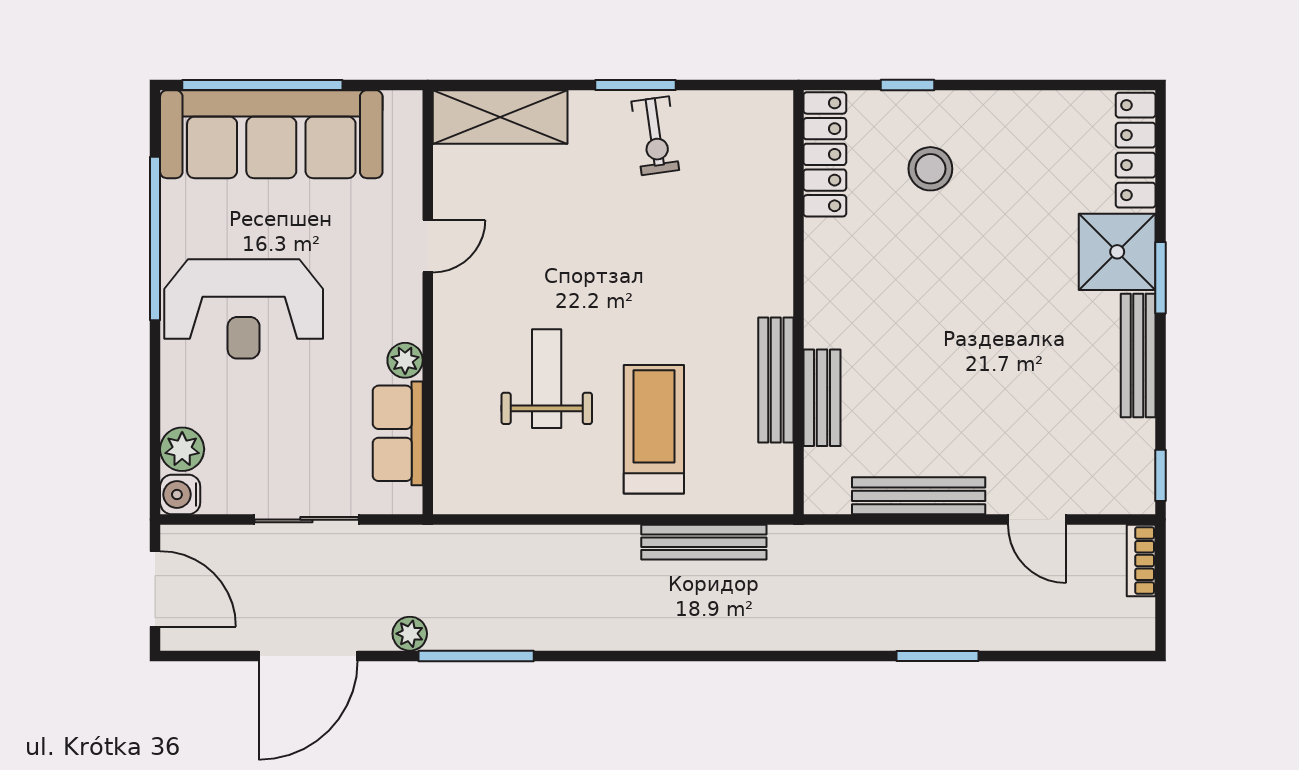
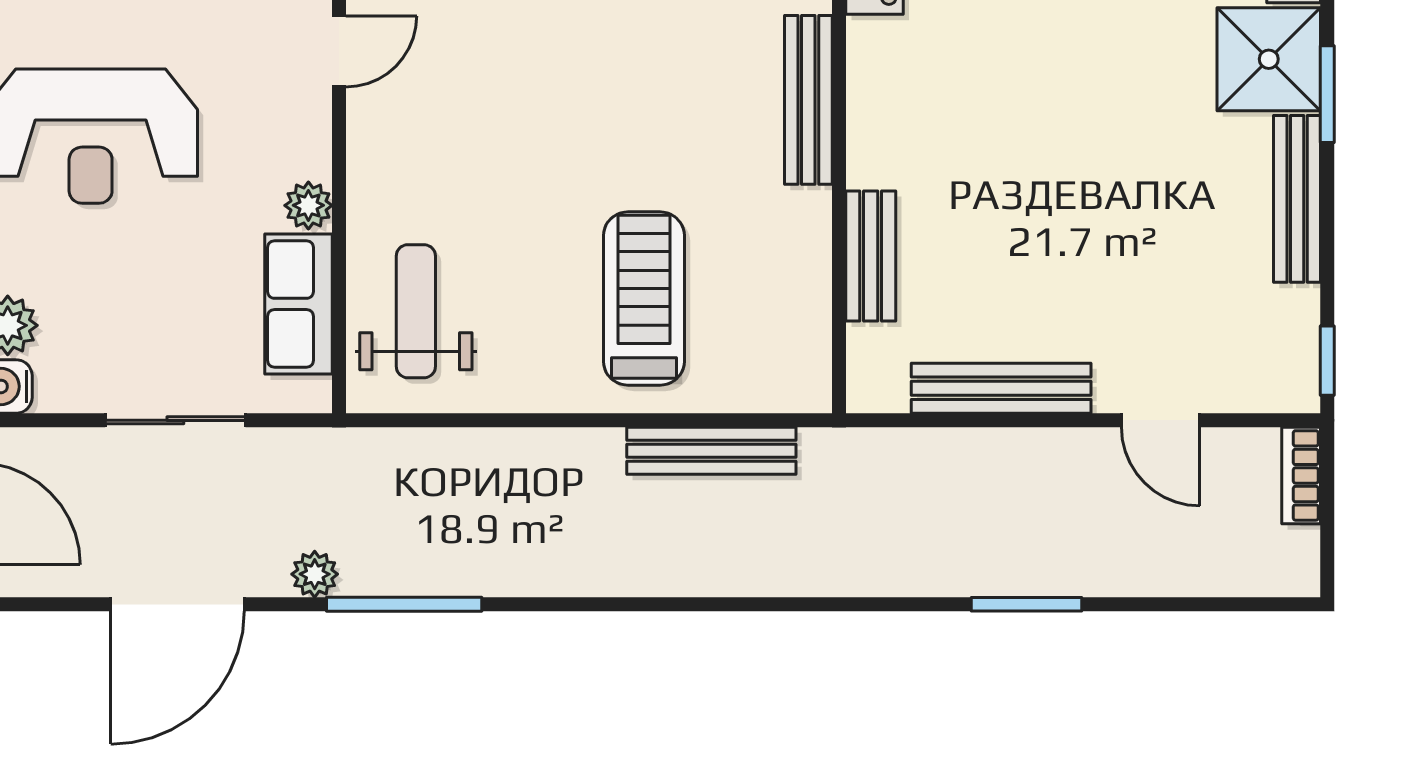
weight bench: (547, 379) -> (416, 311), moved
bench: (776, 380) -> (808, 100), moved

